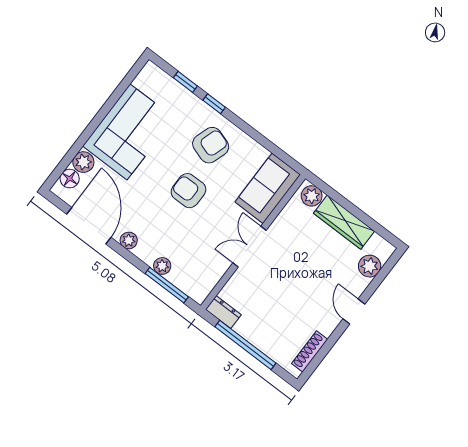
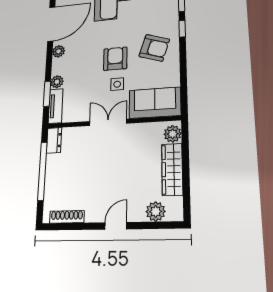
side table: (218, 209) -> (117, 84), added
window: (167, 285) -> (47, 94), width x0.69
tv unit: (188, 286) -> (56, 106), added

